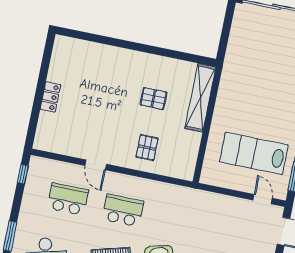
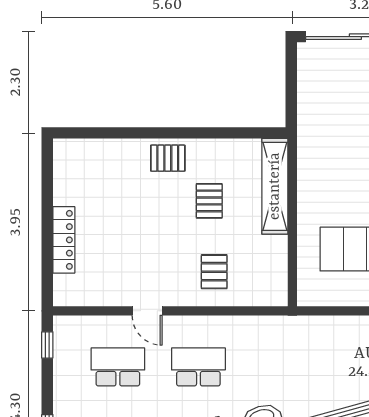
pallet: (131, 64) -> (168, 158), added
locker: (50, 97) -> (64, 240), width x1.53
pallet: (154, 99) -> (209, 201), turned 90

